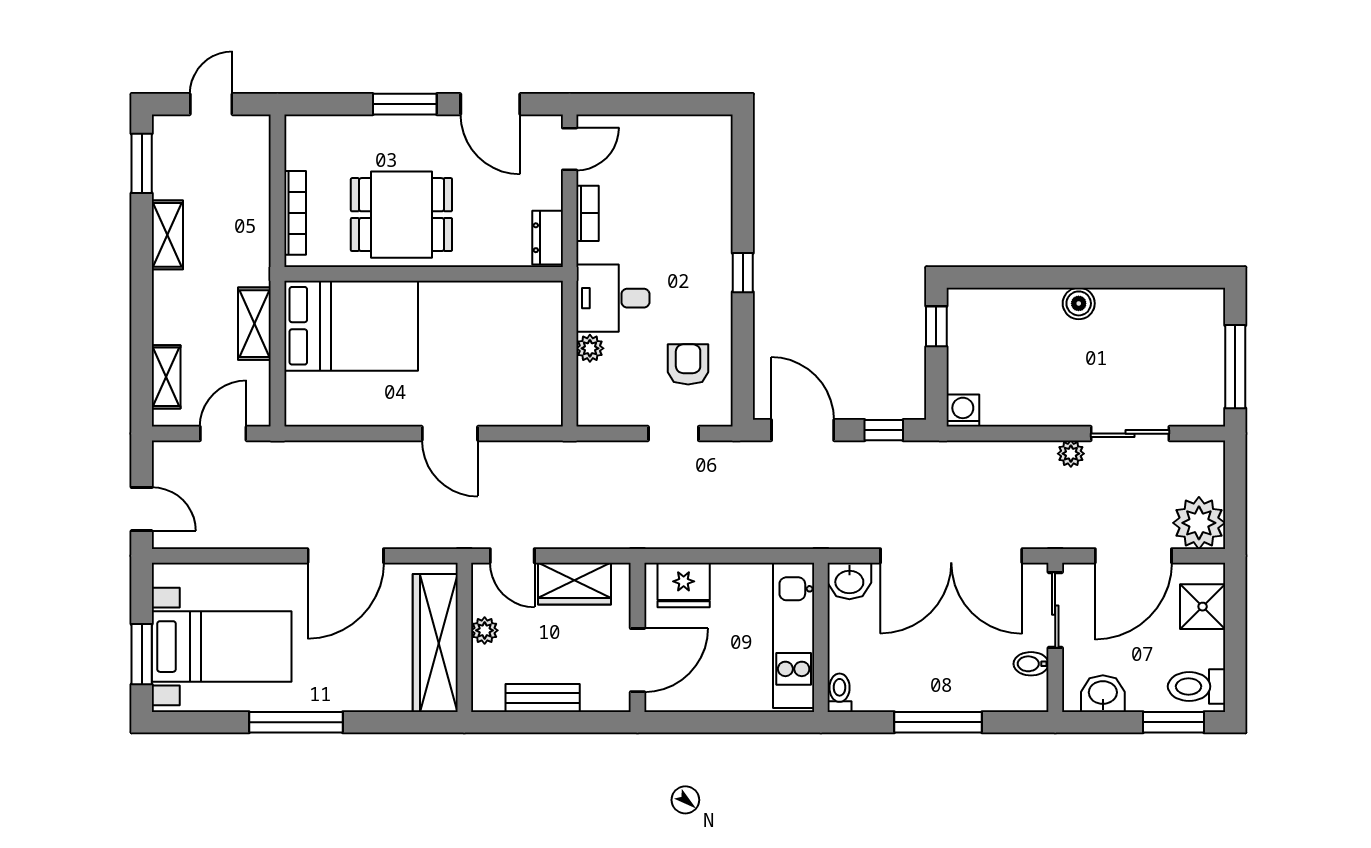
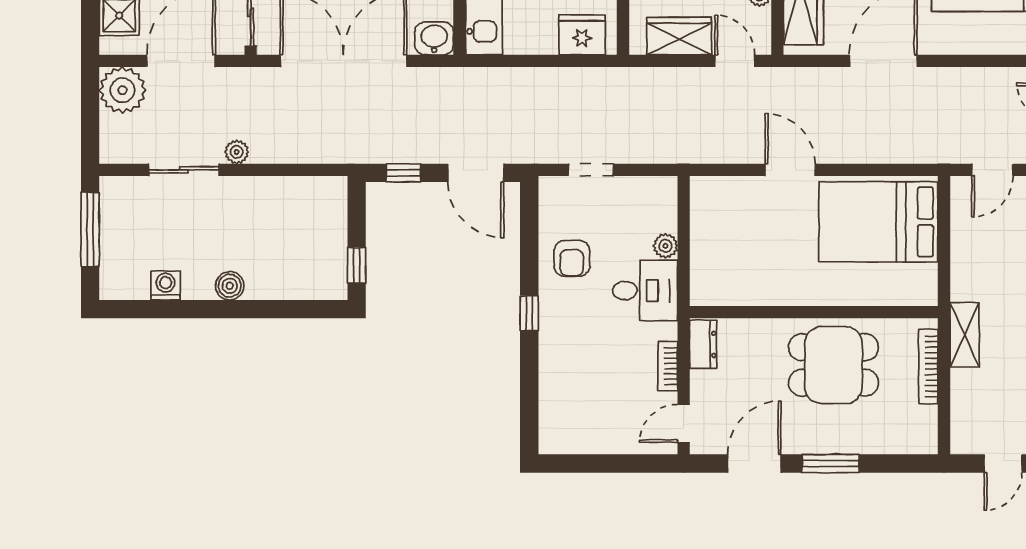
door: (490, 104) -> (754, 464), hinge flipped
shelving: (254, 324) -> (965, 335), moved
bed: (351, 326) -> (878, 222), moved
armchair: (688, 364) -> (572, 258), moved
washing machine: (963, 411) -> (165, 286), moved, turned 180

